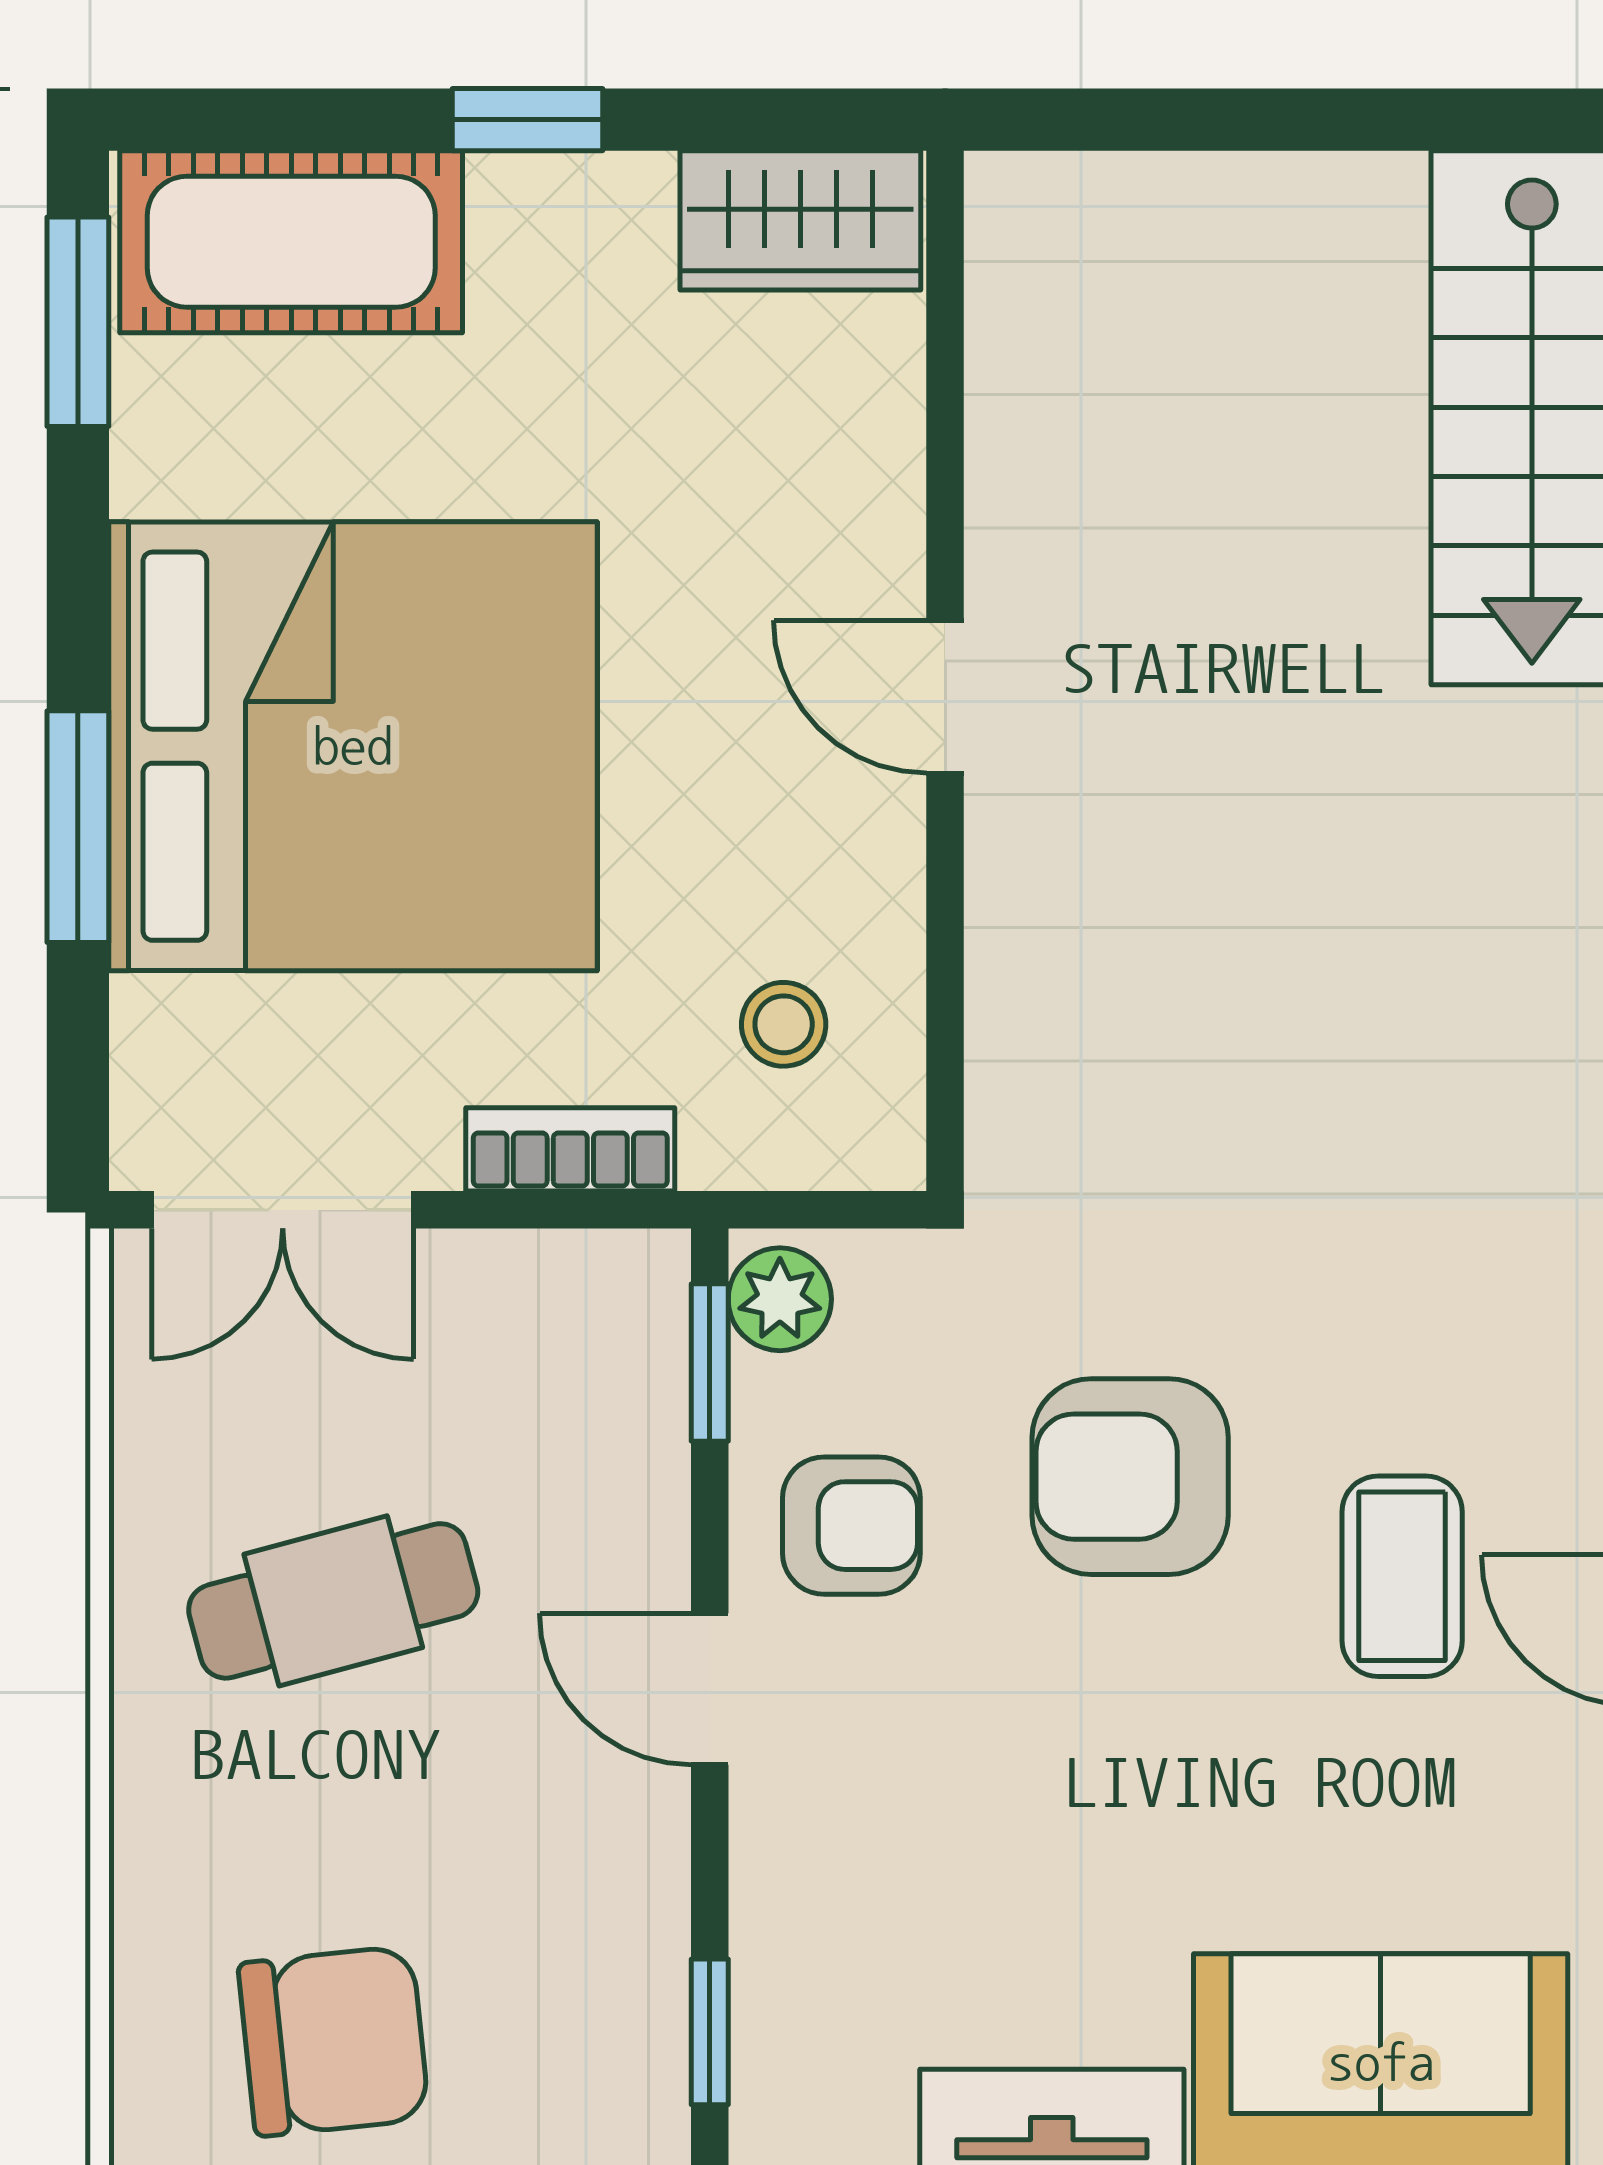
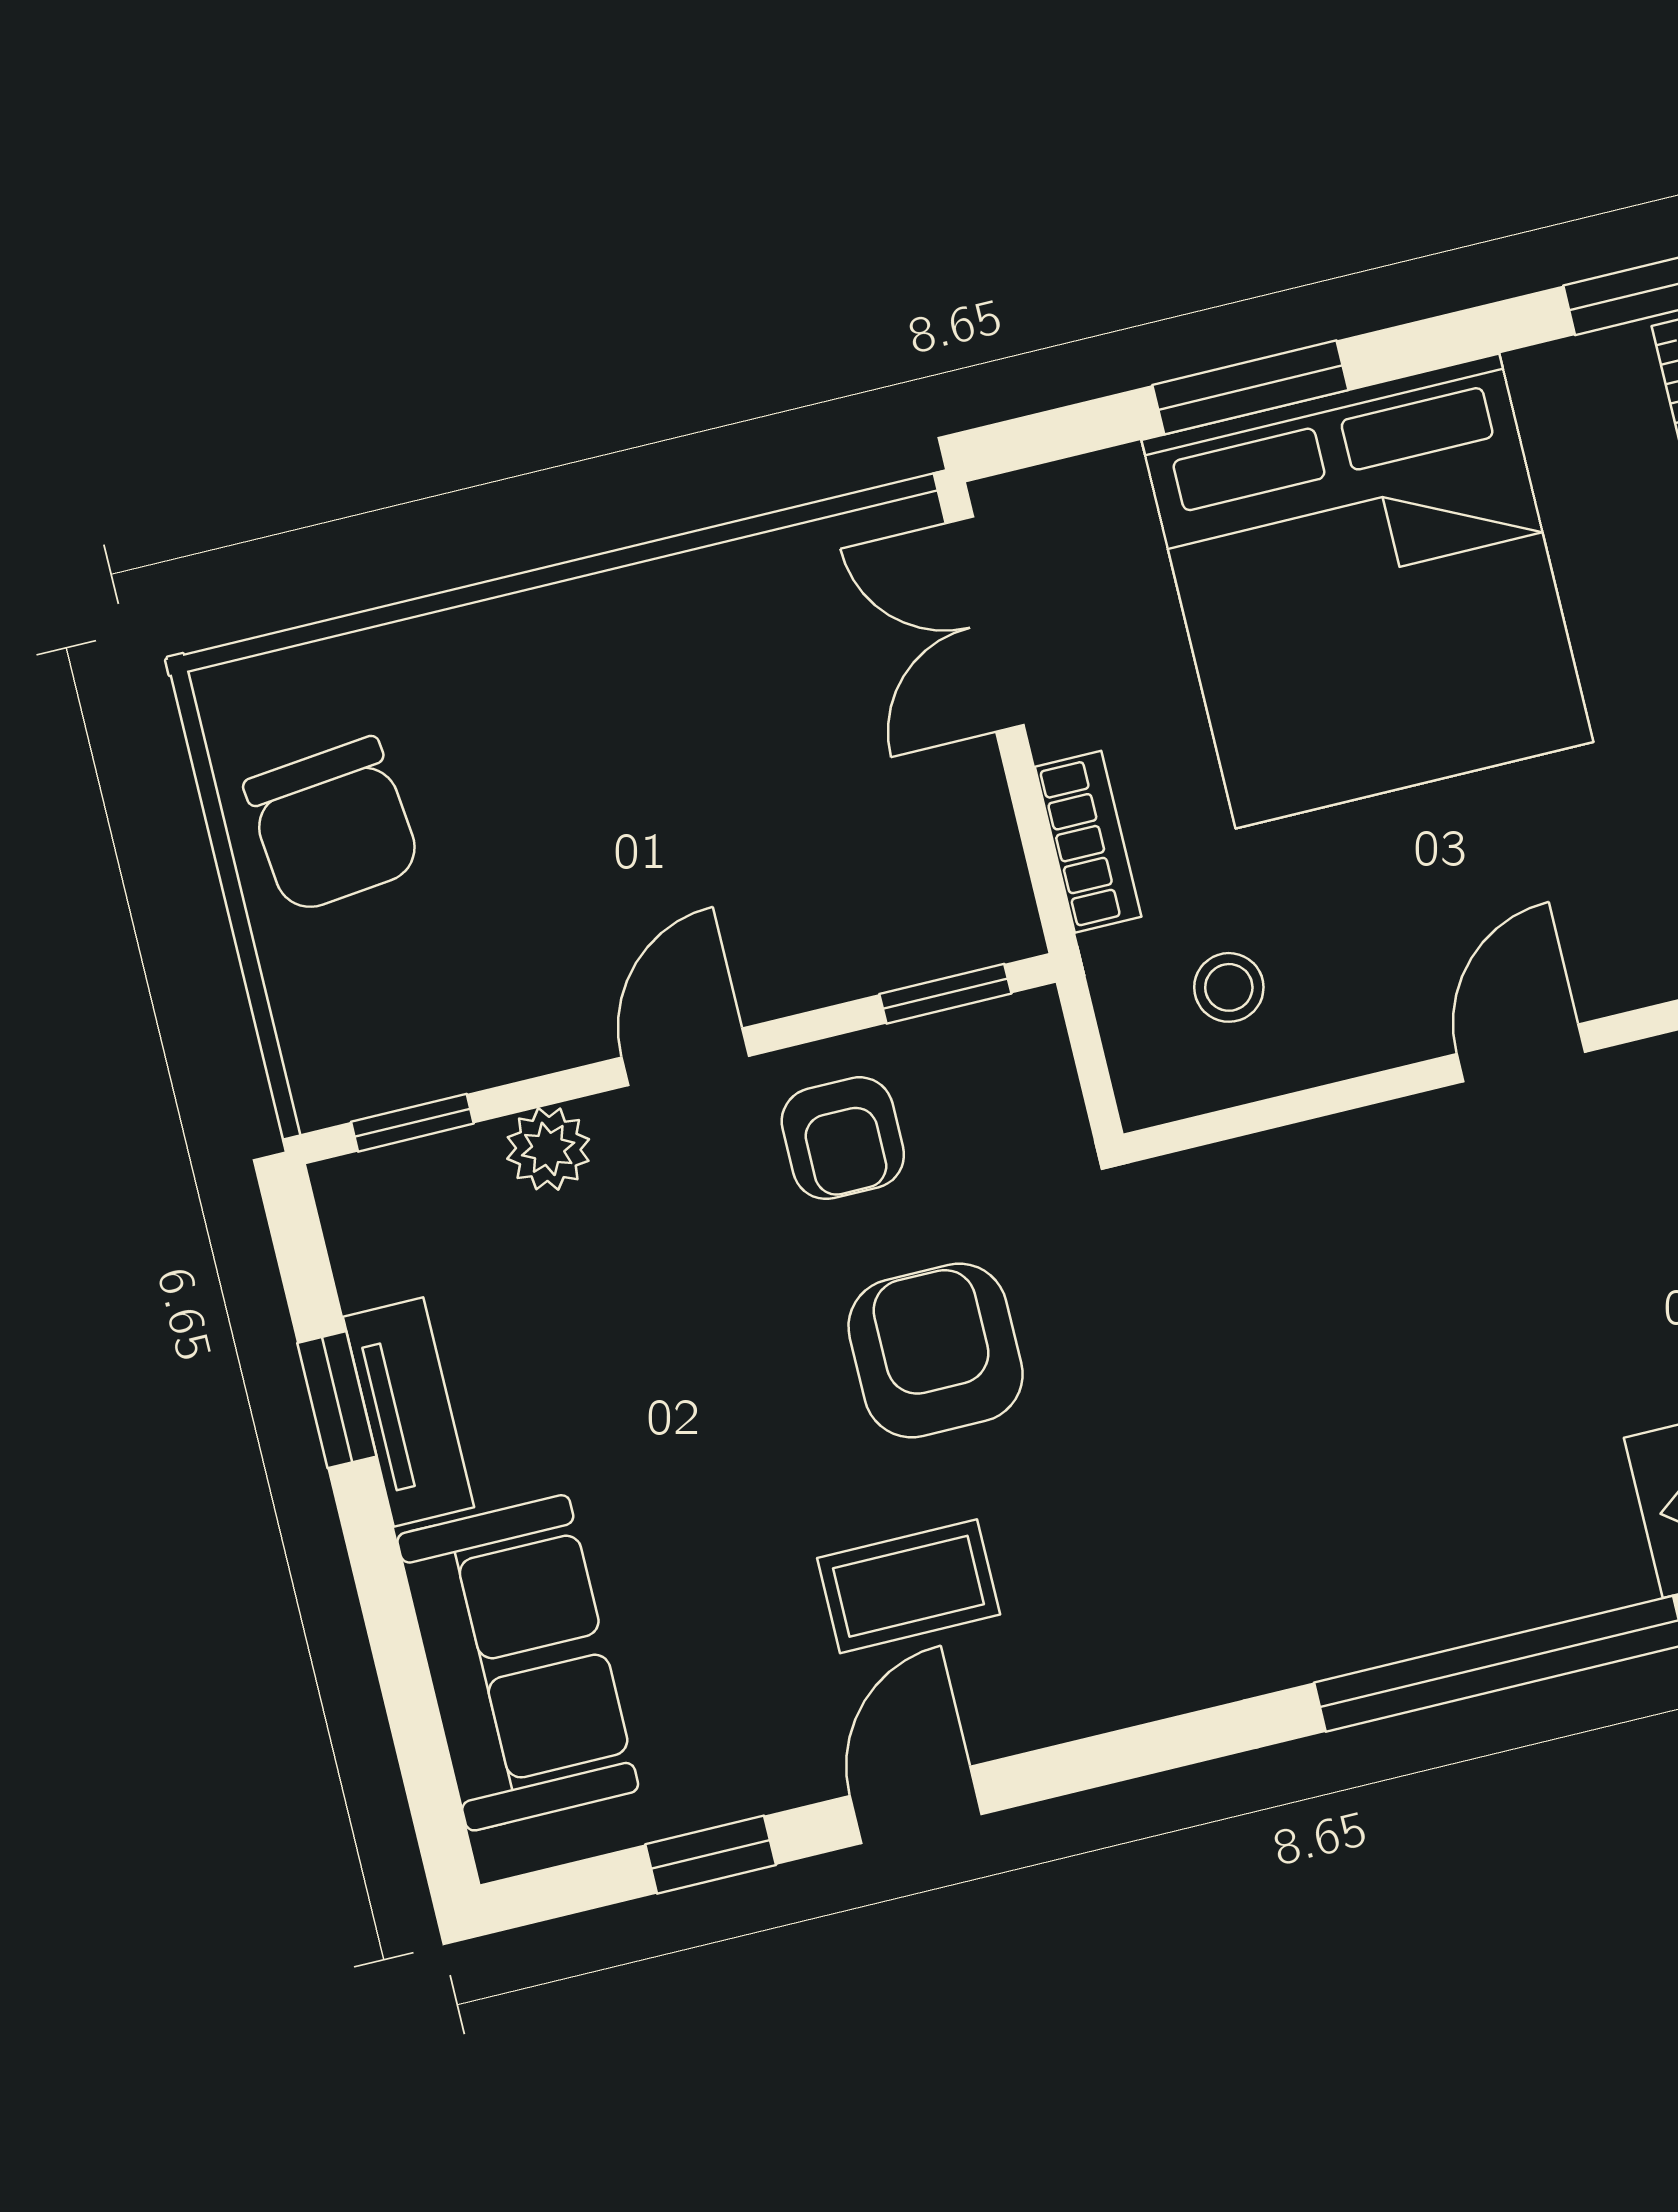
plant: (780, 1299) -> (548, 1149), moved
cafe table: (333, 1601) -> (683, 740), removed

